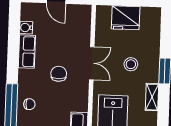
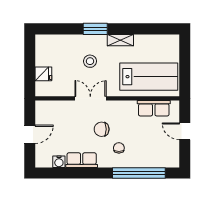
fridge: (126, 18) -> (43, 74), width x0.53, depth x0.75
chair: (29, 104) -> (119, 148), moved

